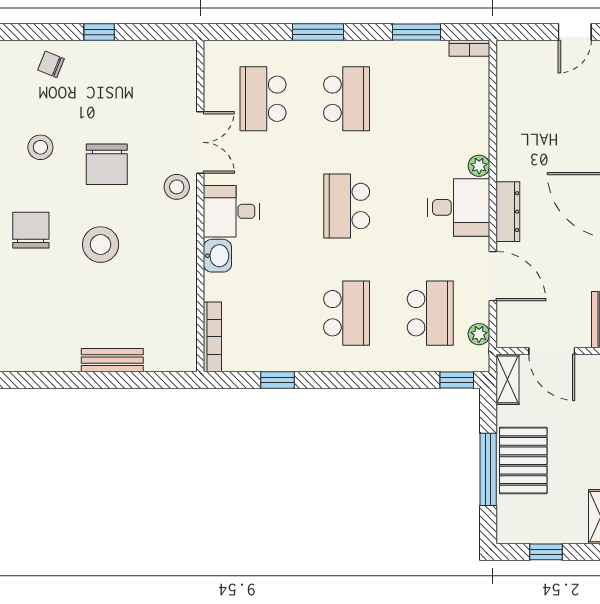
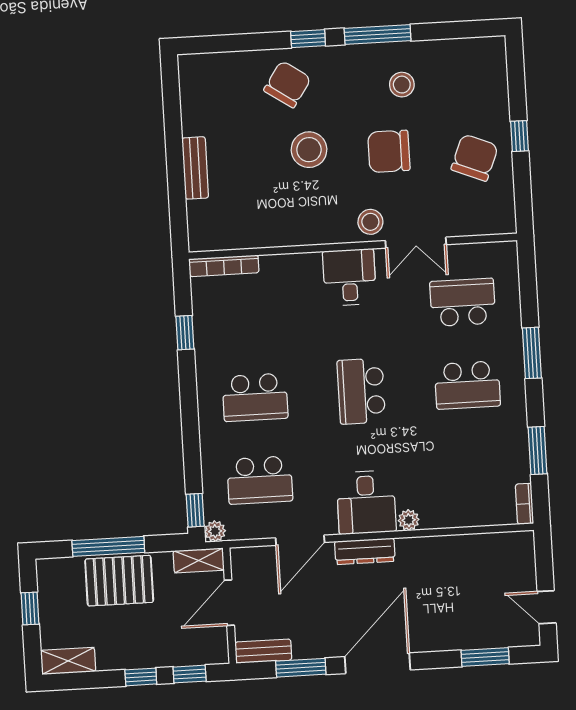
chair: (51, 64) -> (475, 158), moved, width x1.87, depth x1.87
school desk: (347, 206) -> (361, 391), turned -90
chair: (31, 230) -> (287, 84), moved, turned -56
washbasin: (217, 256) -> (305, 266), removed
plant: (479, 334) -> (215, 531), moved

